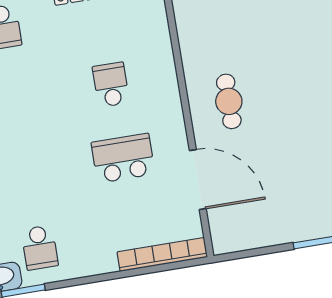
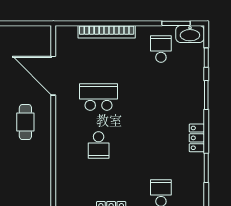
school desk: (123, 158) -> (99, 97), turned 180
bookcase: (162, 254) -> (107, 32), moved

